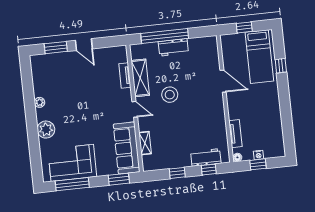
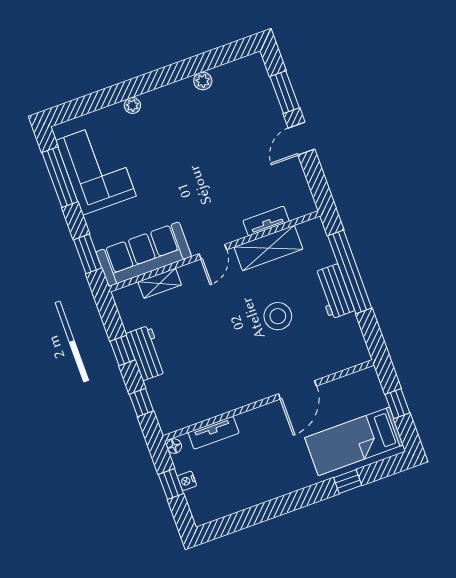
stool: (170, 95) -> (278, 316), moved
plant: (40, 102) -> (203, 81), moved
plant: (46, 130) -> (132, 105), width x0.53, depth x0.53
workbench: (206, 157) -> (146, 353), moved

